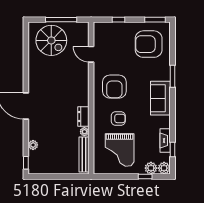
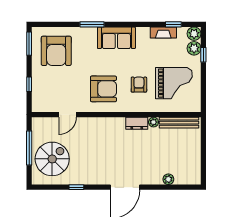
window: (26, 163) -> (76, 187), moved

